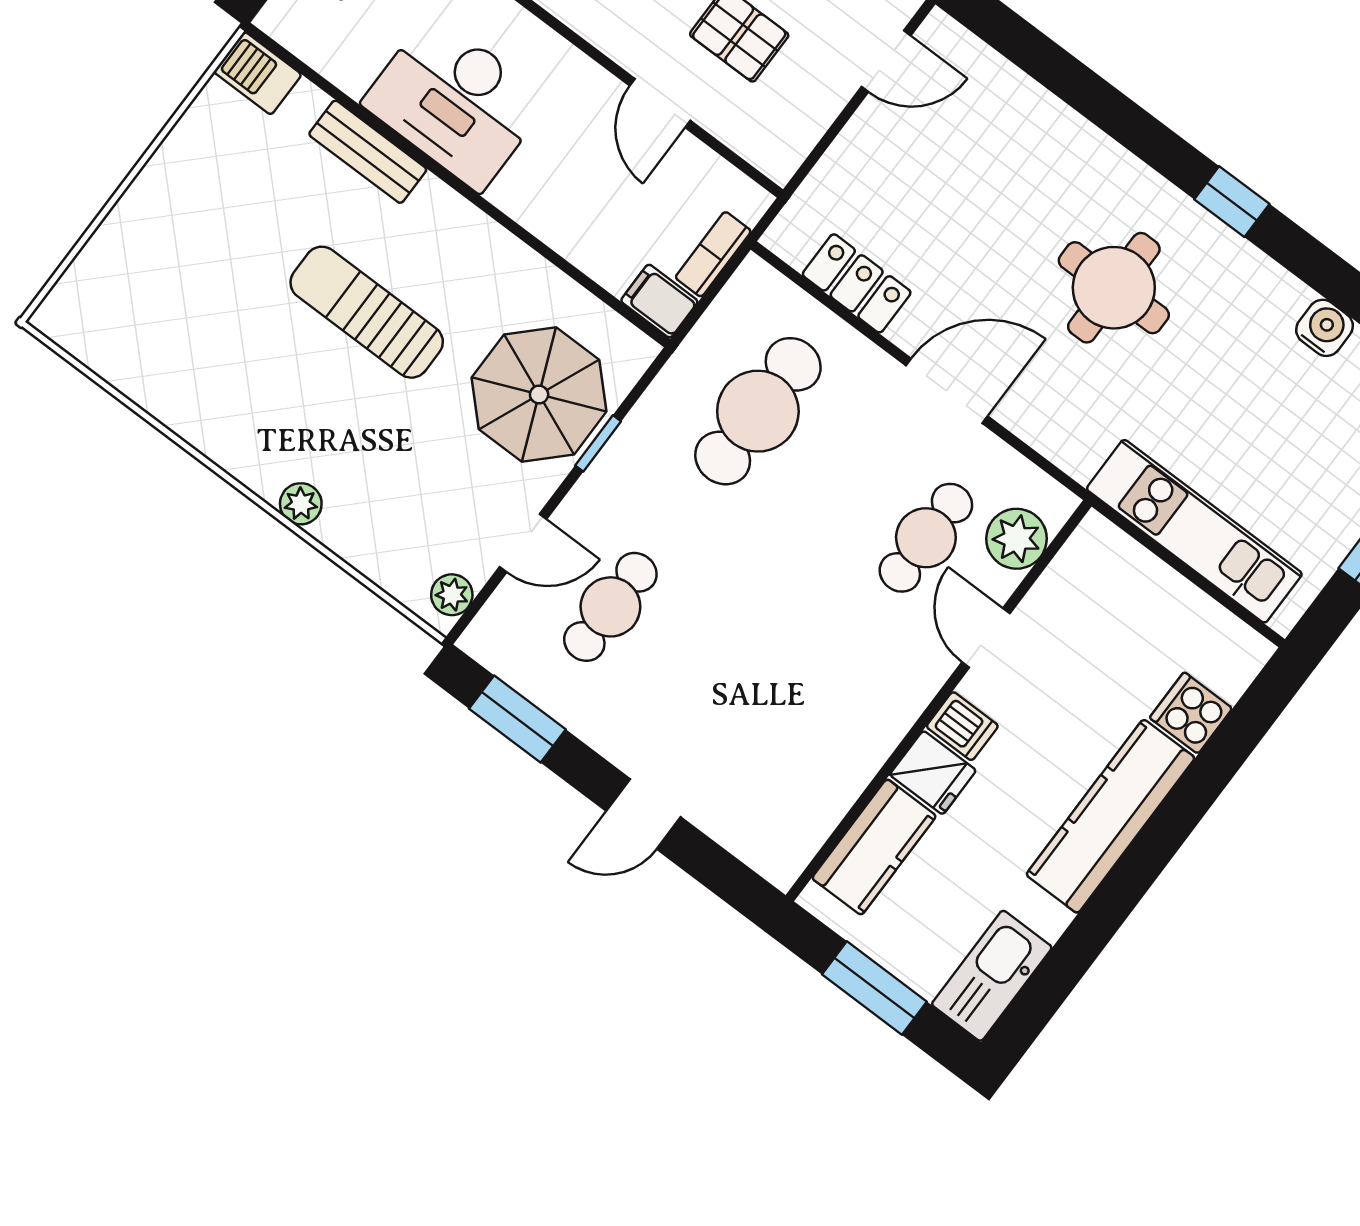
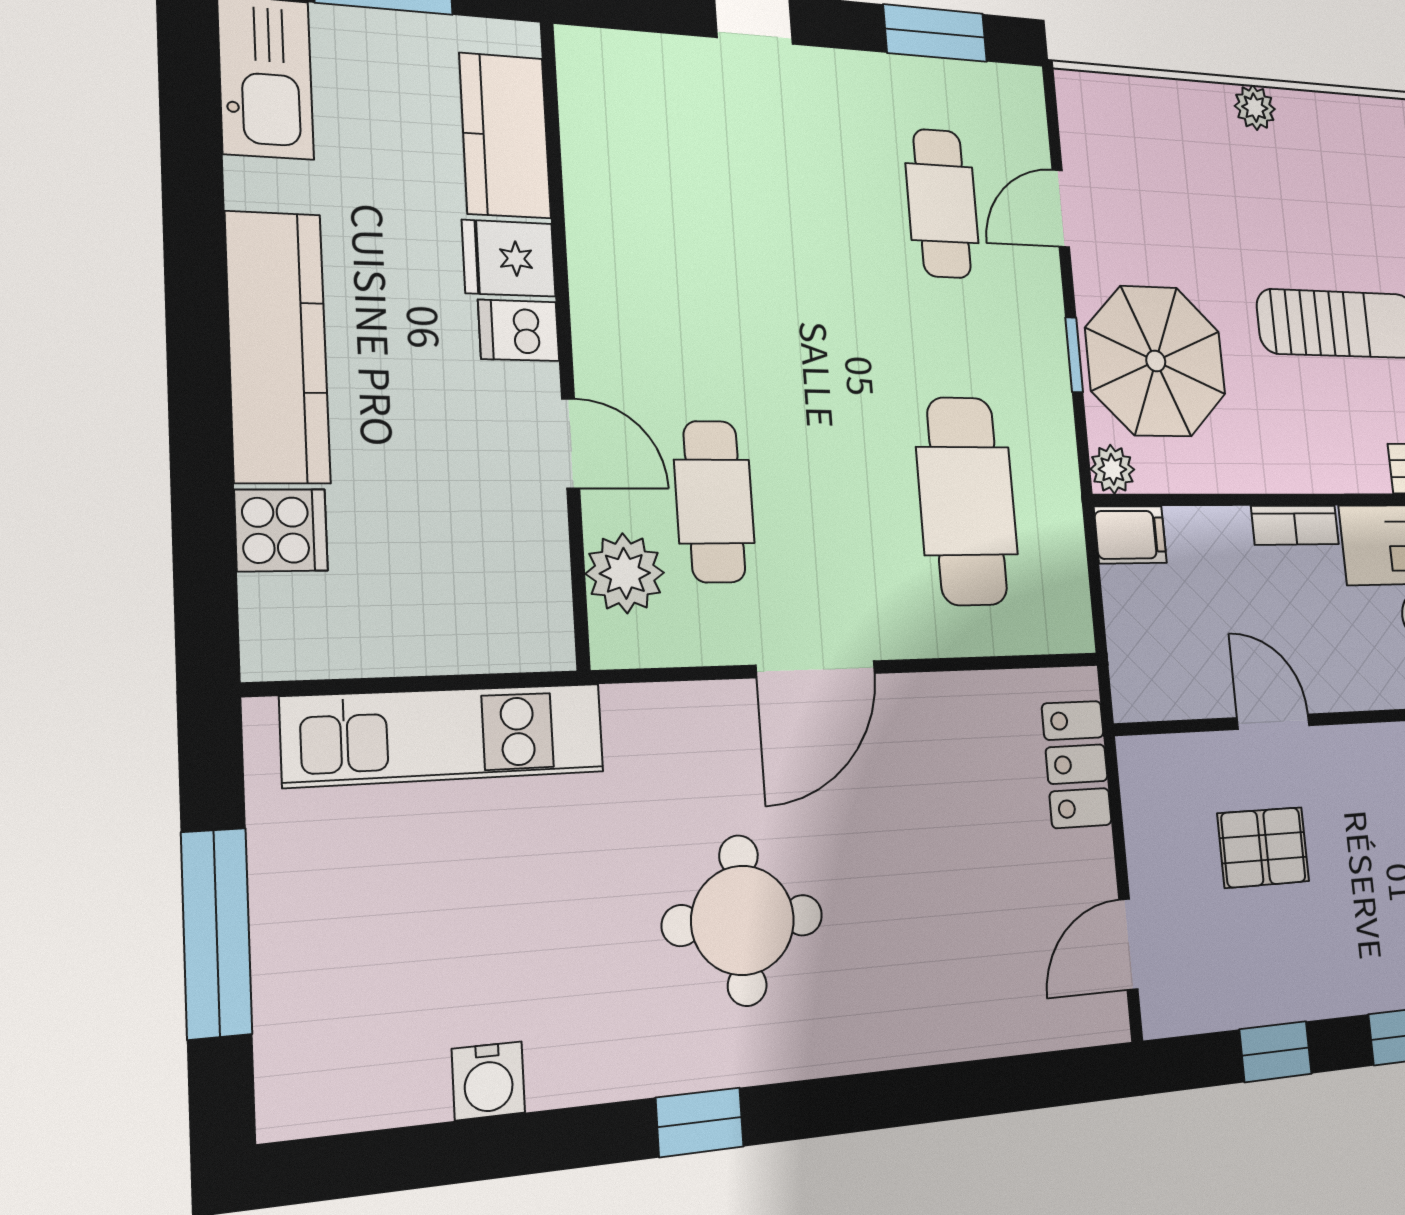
bookcase: (713, 254) -> (1295, 525), moved, turned 90
locker: (857, 283) -> (1077, 764), moved, turned 90
plant: (452, 595) -> (1112, 469), moved

